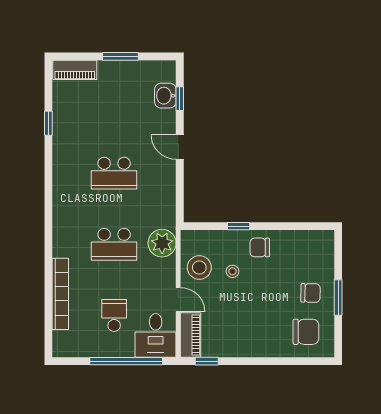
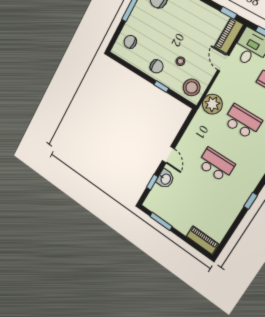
window: (120, 56) -> (161, 221), moved
washbasin: (165, 96) -> (165, 179), moved
window: (48, 123) -> (251, 201), moved
stool: (199, 268) -> (192, 87), moved
chair: (311, 293) -> (130, 42), moved

